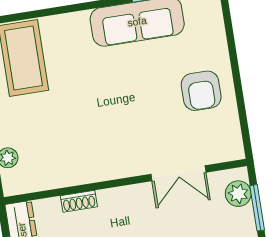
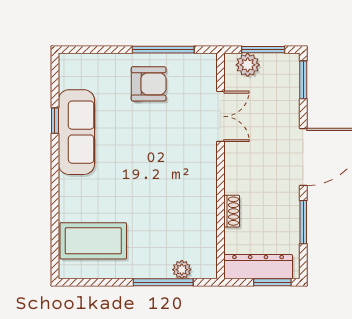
window: (240, 101) -> (163, 50), added

